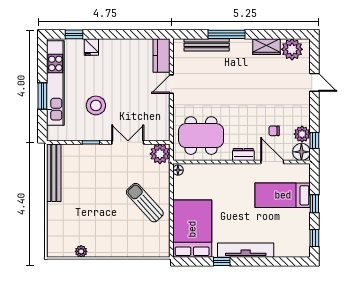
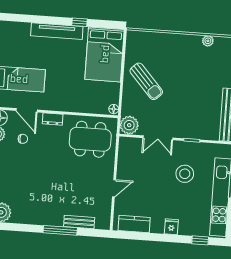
bench: (207, 45) -> (79, 222), width x0.73
fridge: (91, 47) -> (171, 227), moved
wardrobe: (266, 47) -> (24, 217), removed
kitchen counter: (162, 55) -> (134, 224), moved, turned -90

